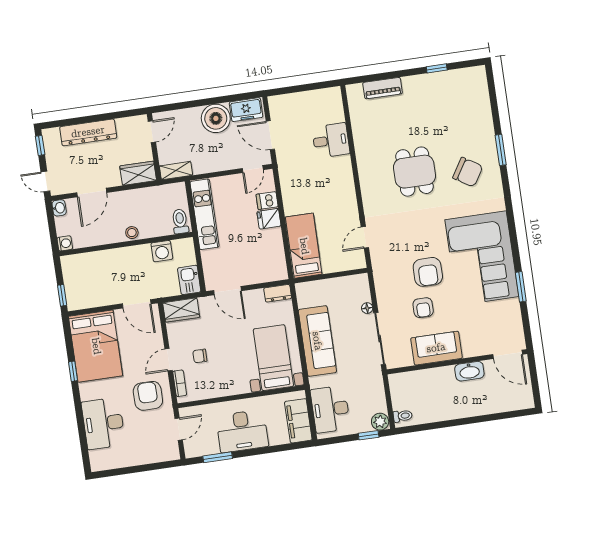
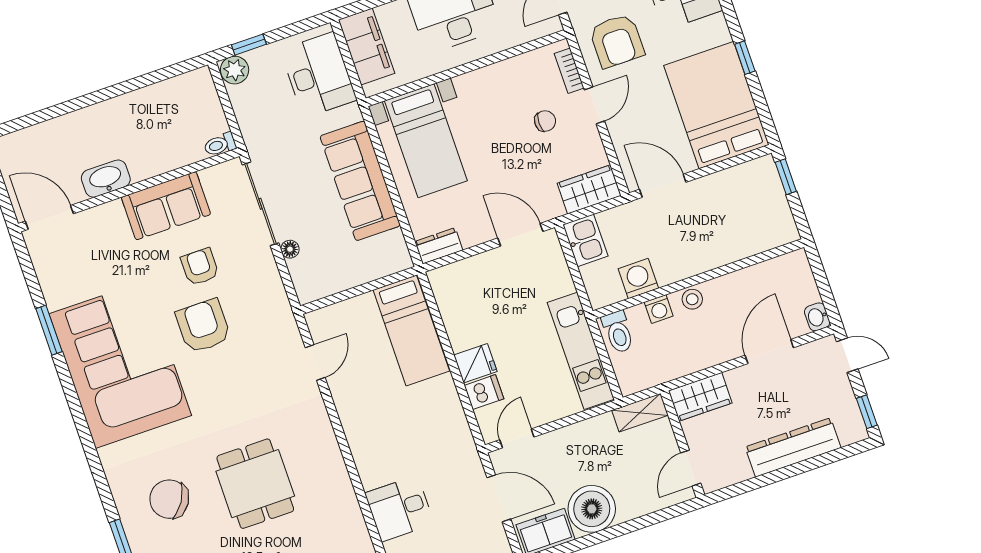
washing machine: (65, 243) -> (659, 309), moved, turned -90
toilet: (403, 416) -> (220, 145), moved

